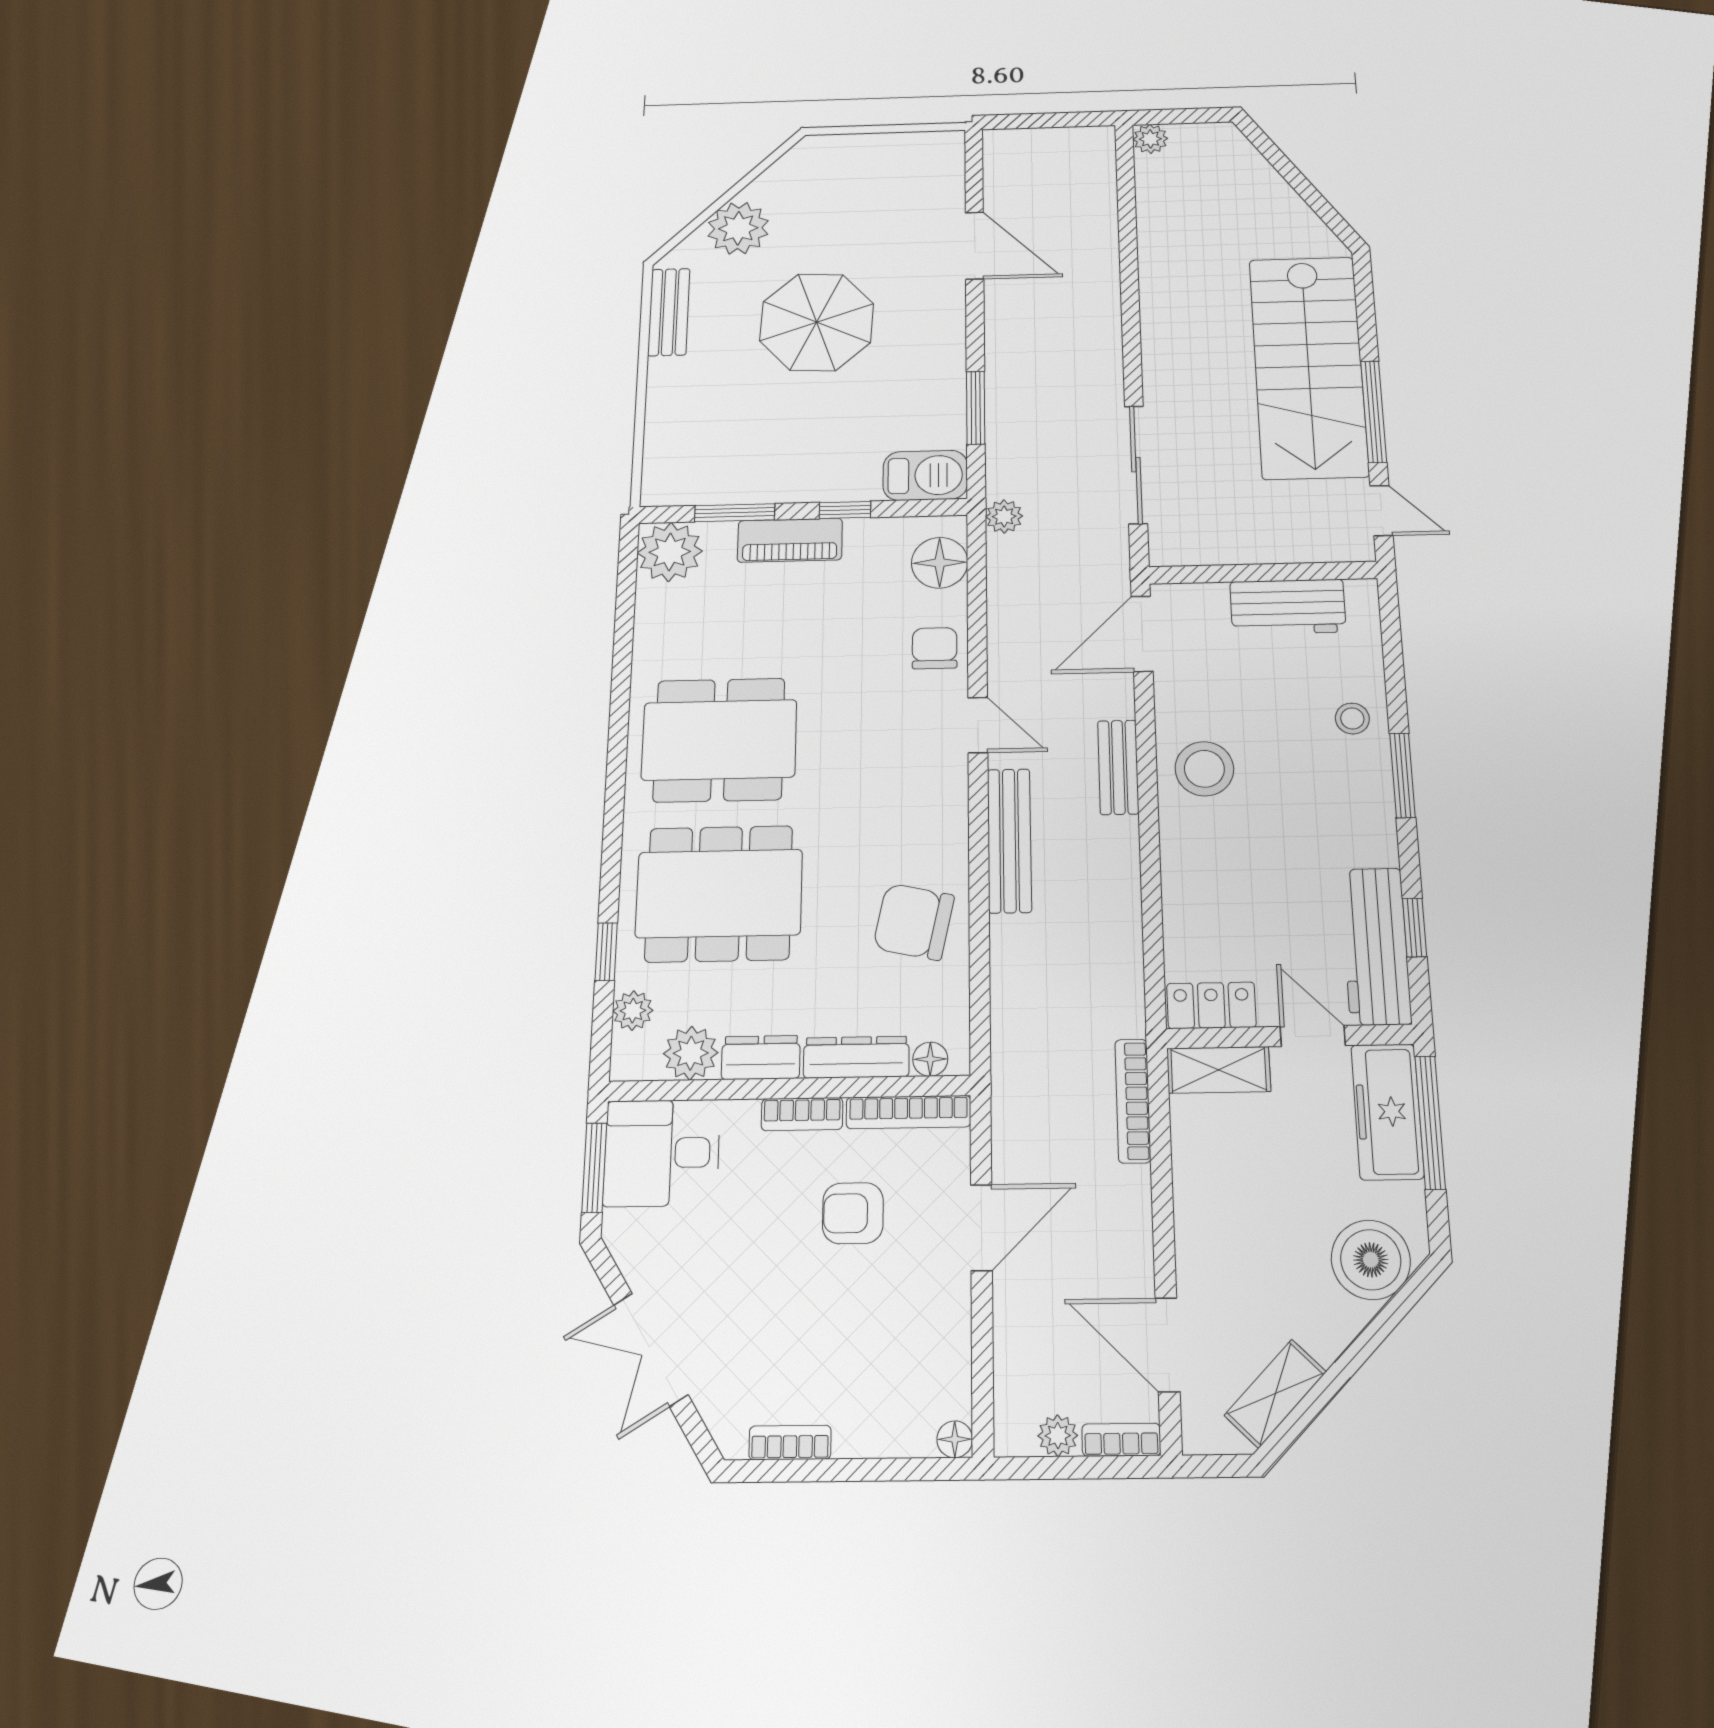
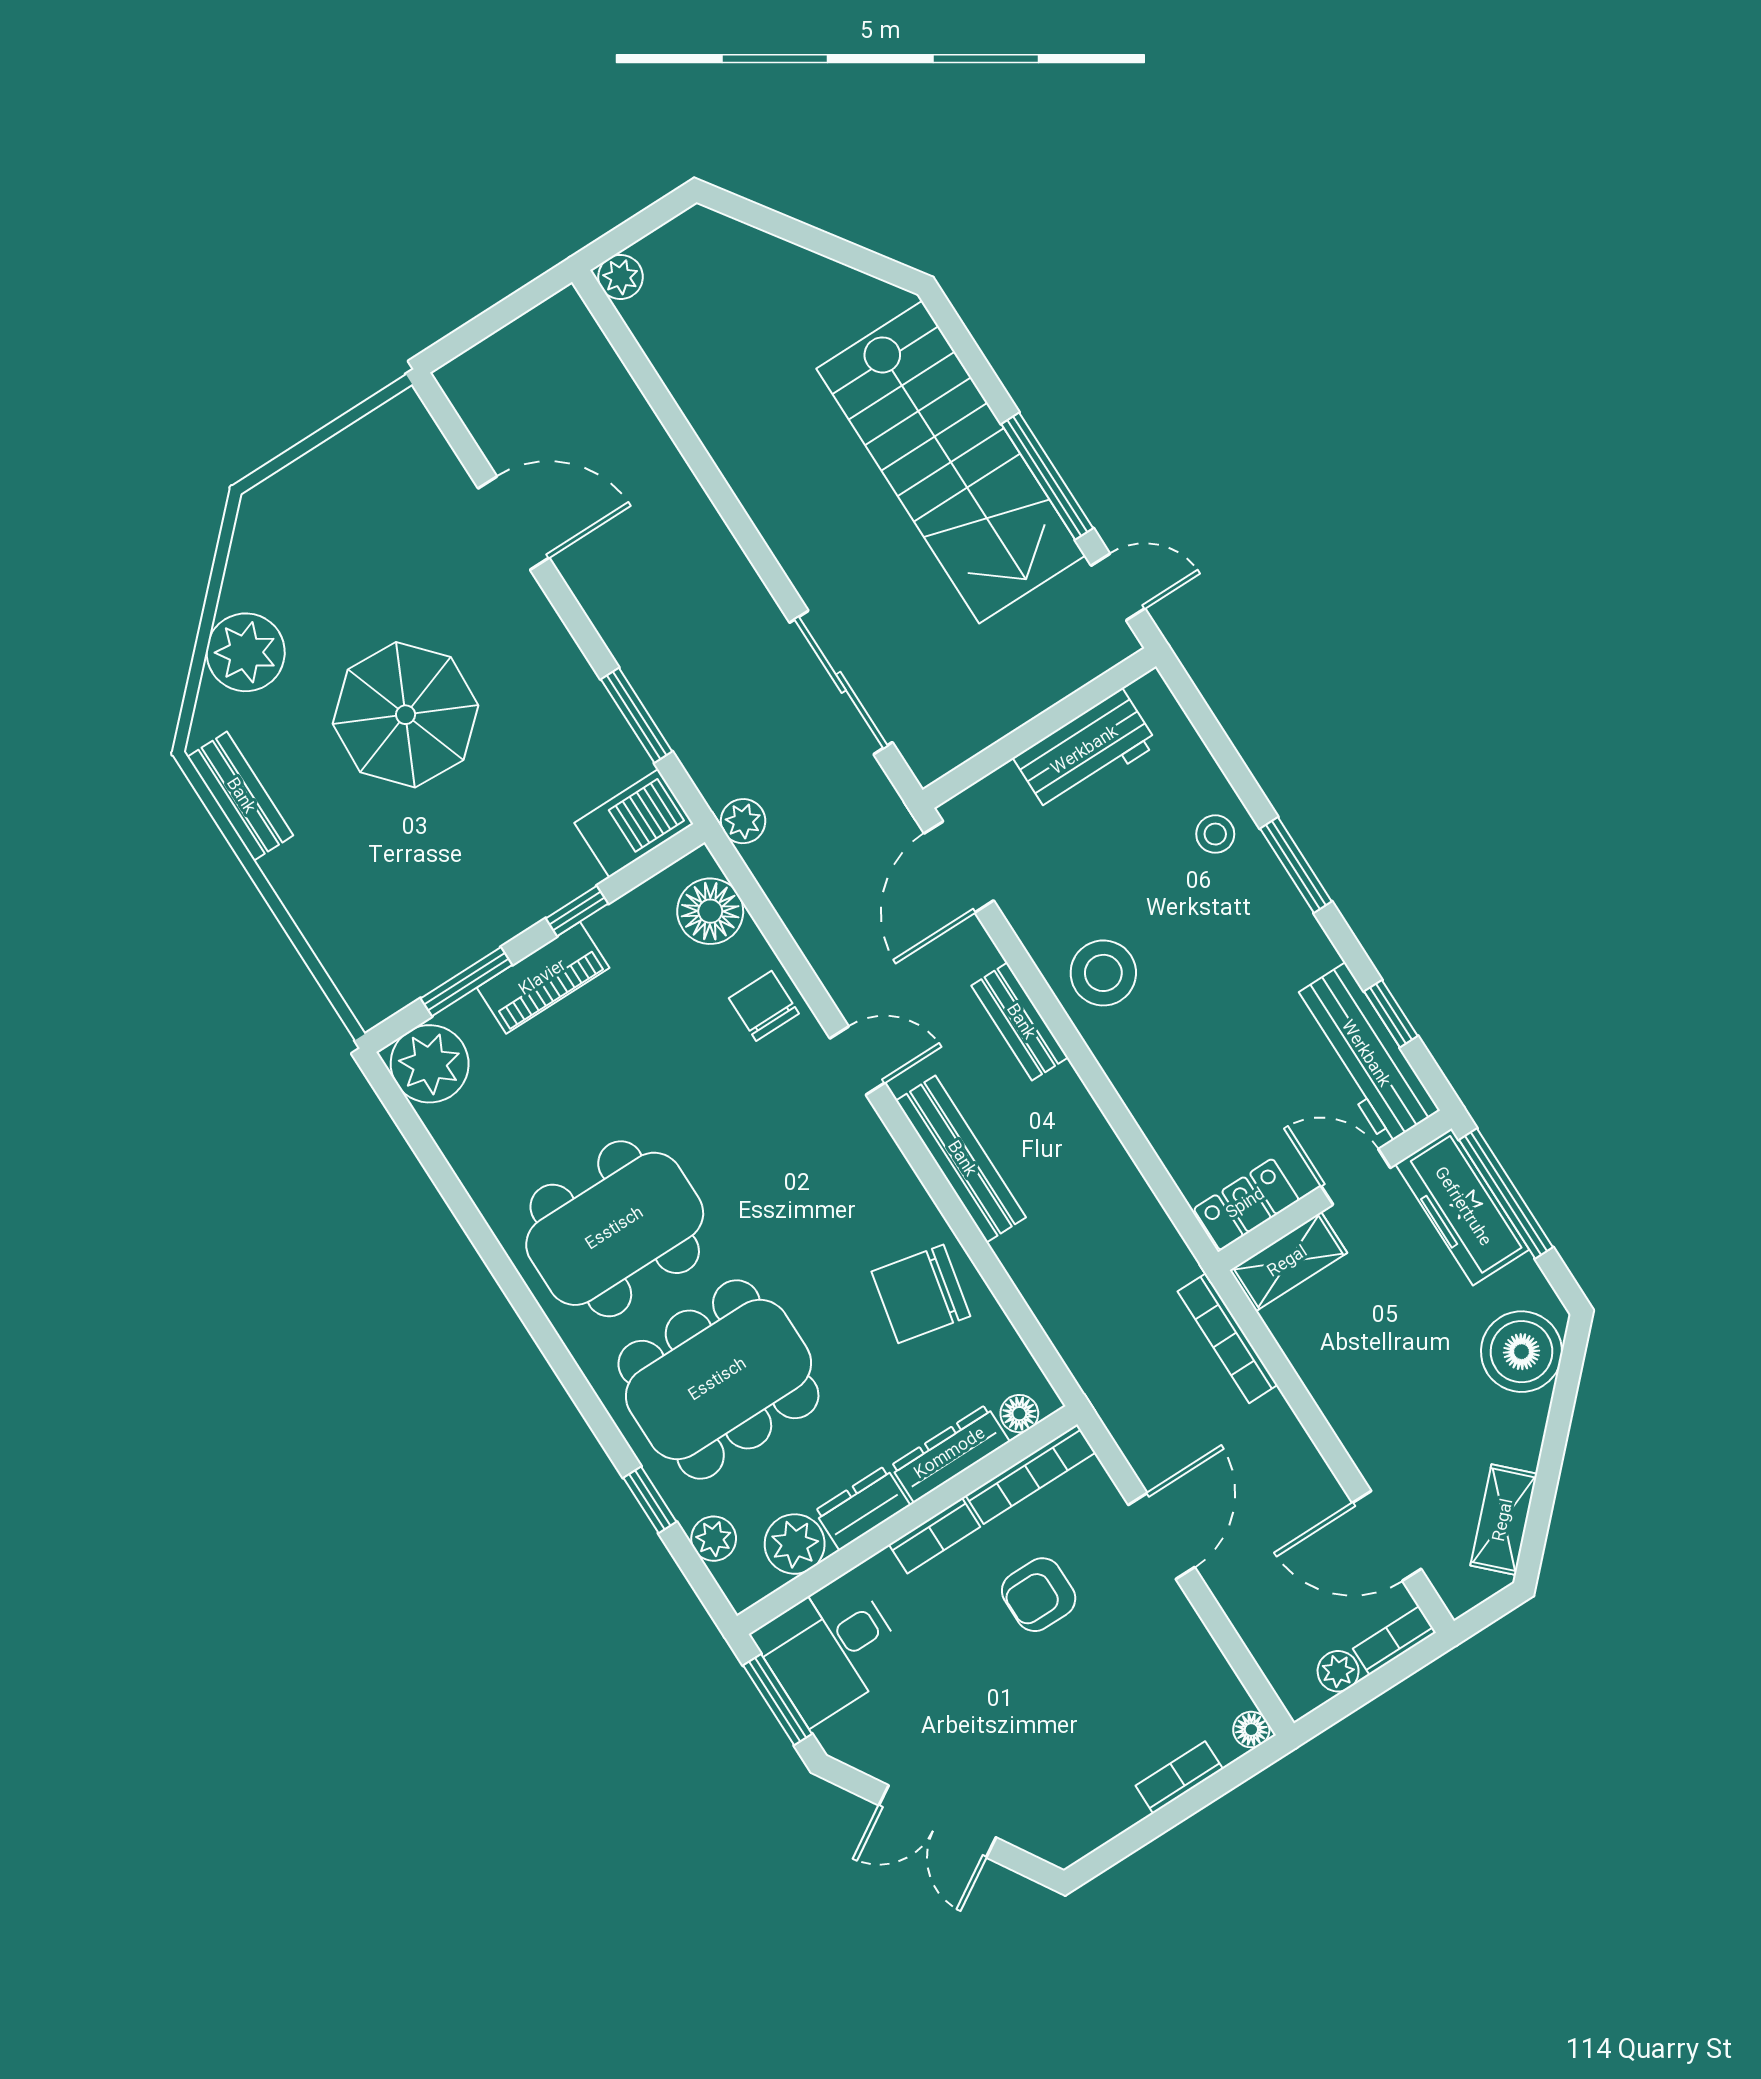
bookcase: (790, 1443) -> (1179, 1777), moved

